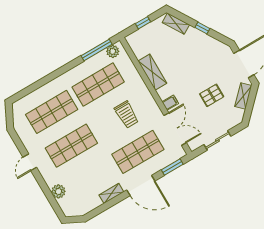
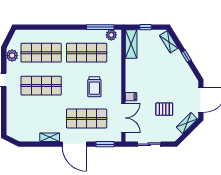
shelving: (152, 72) -> (131, 44), moved
plant: (58, 191) -> (12, 56), moved

